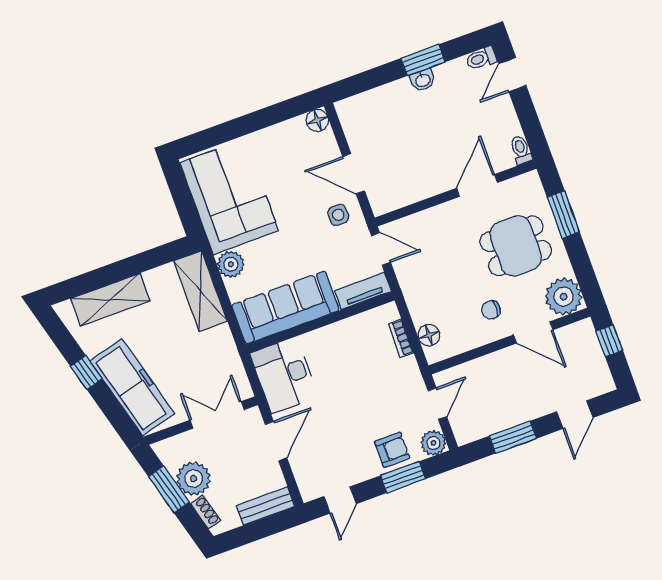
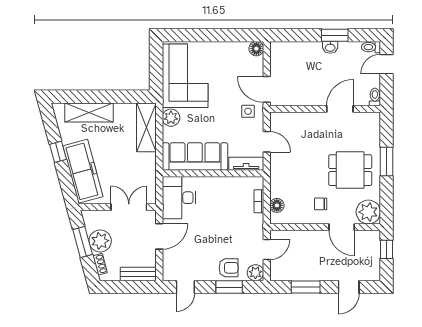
toilet: (521, 150) -> (375, 97), moved
door: (477, 185) -> (340, 109), moved
wall: (456, 193) -> (325, 109), moved

